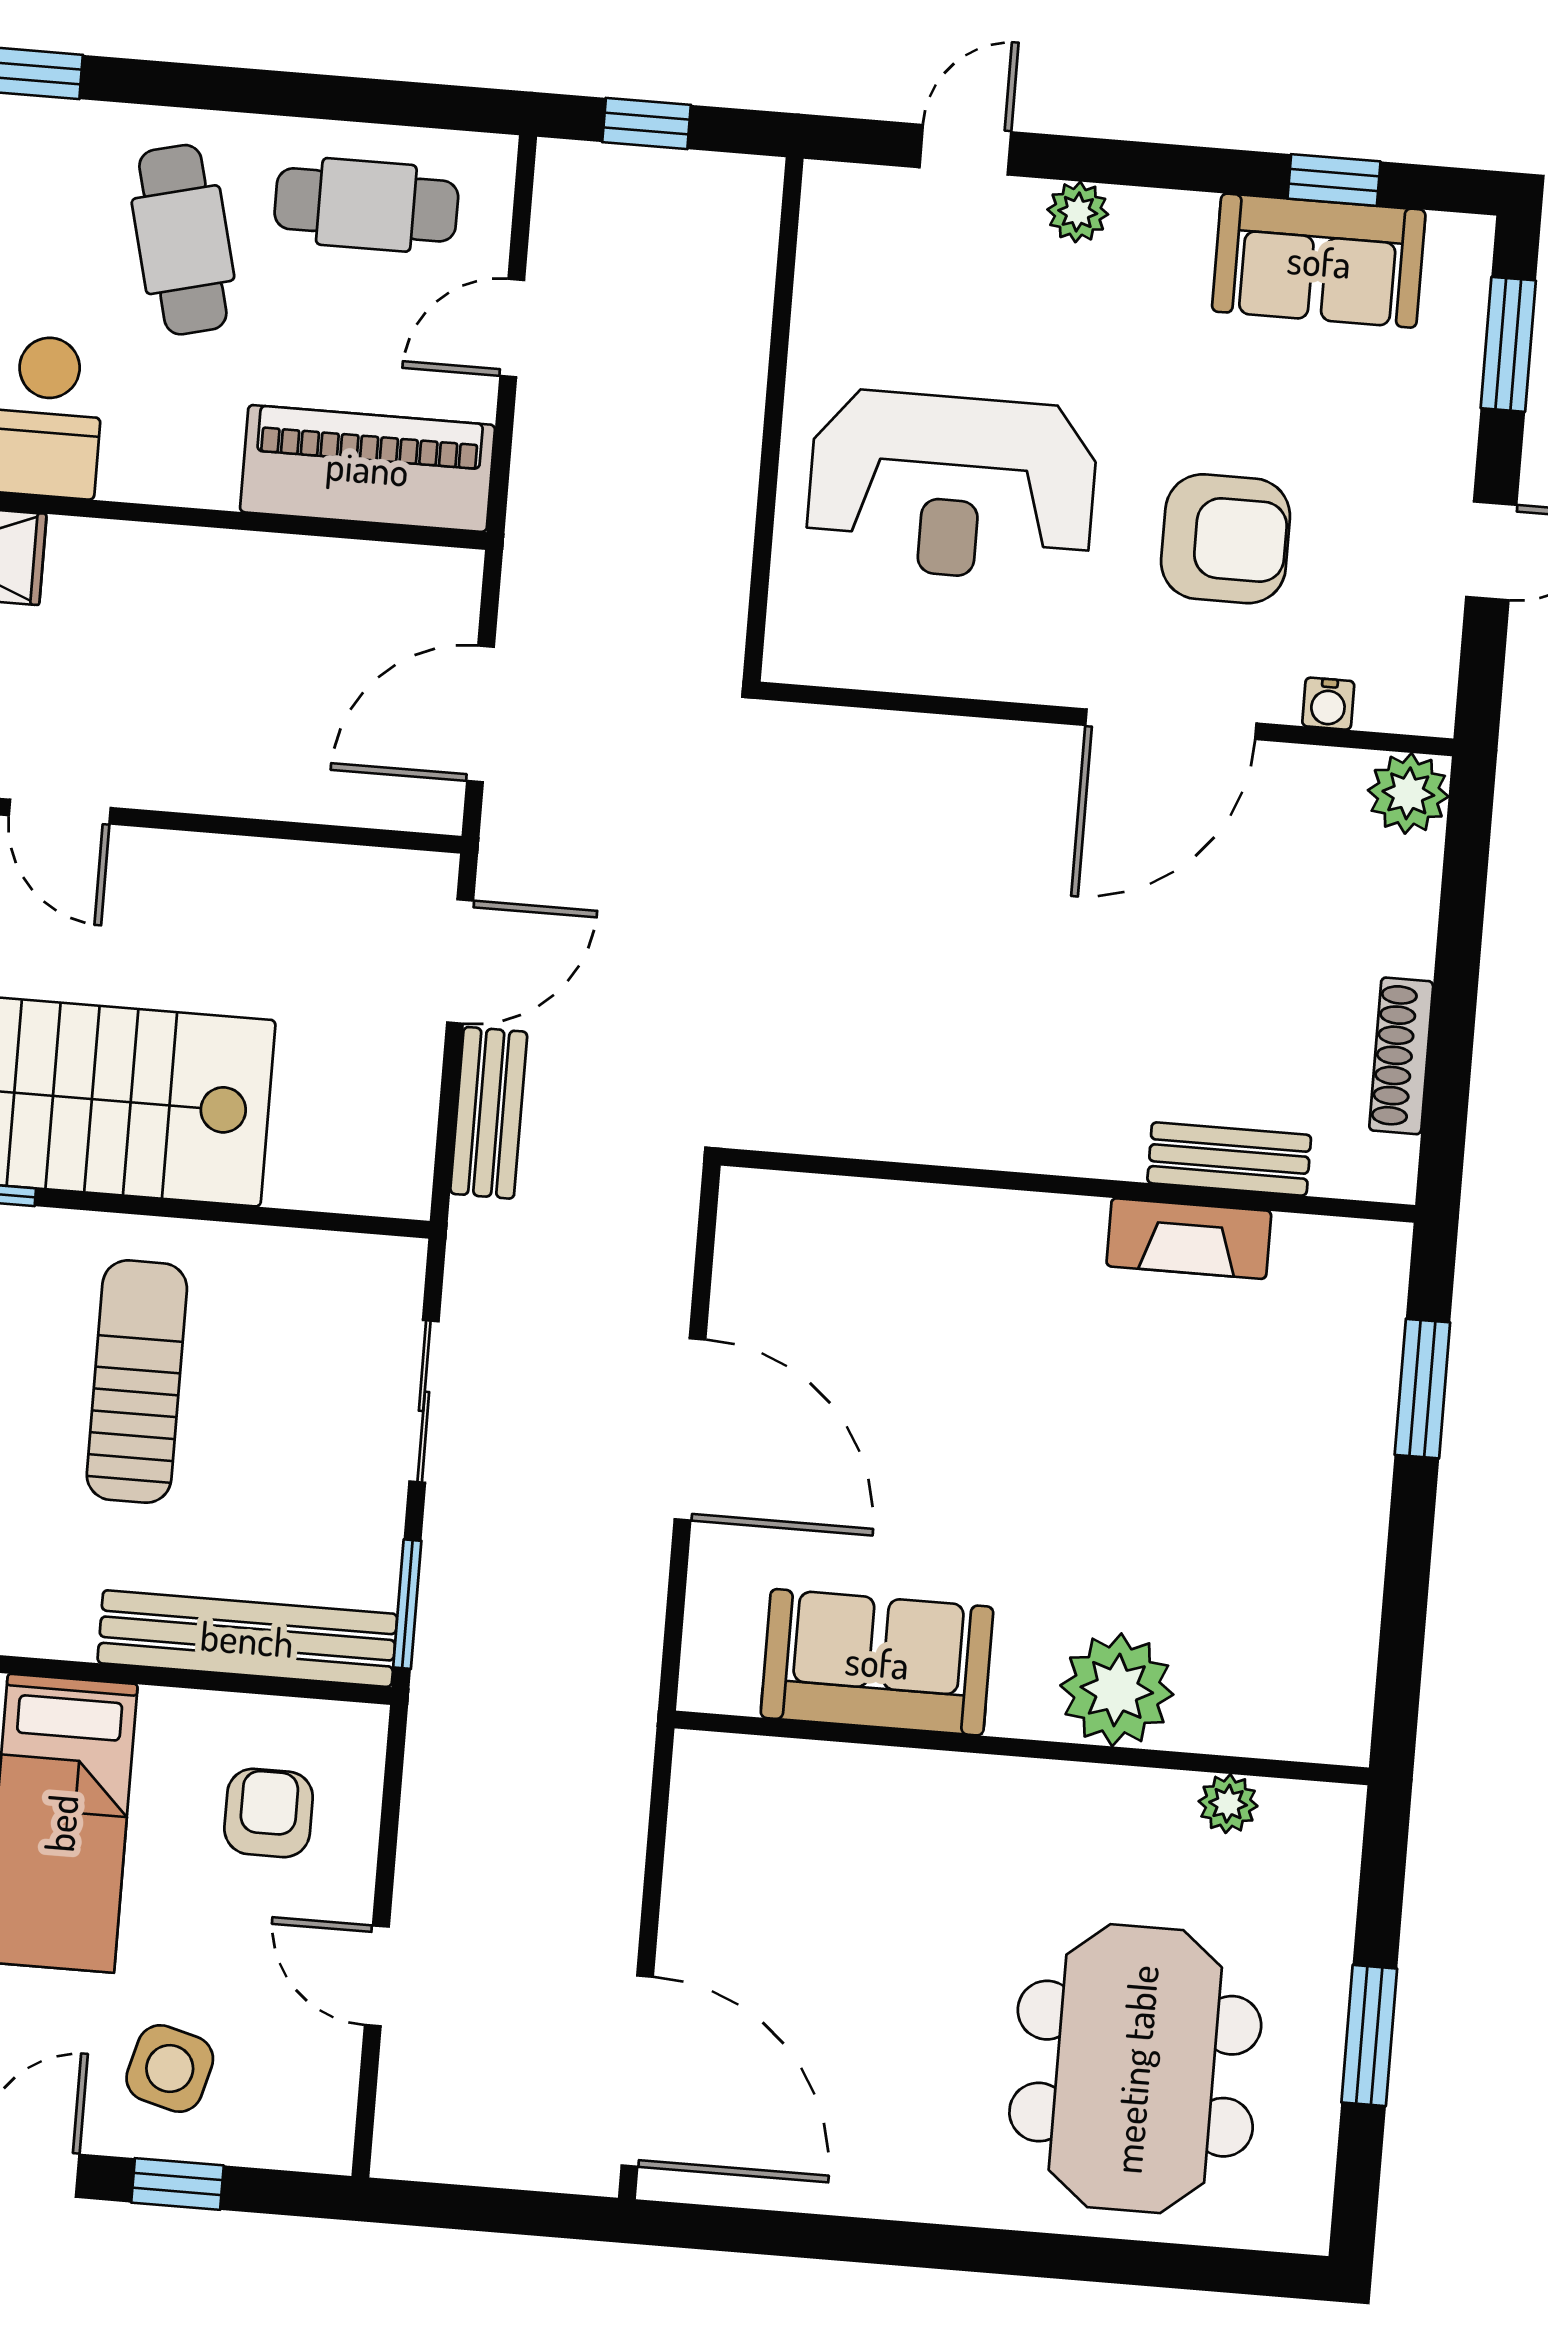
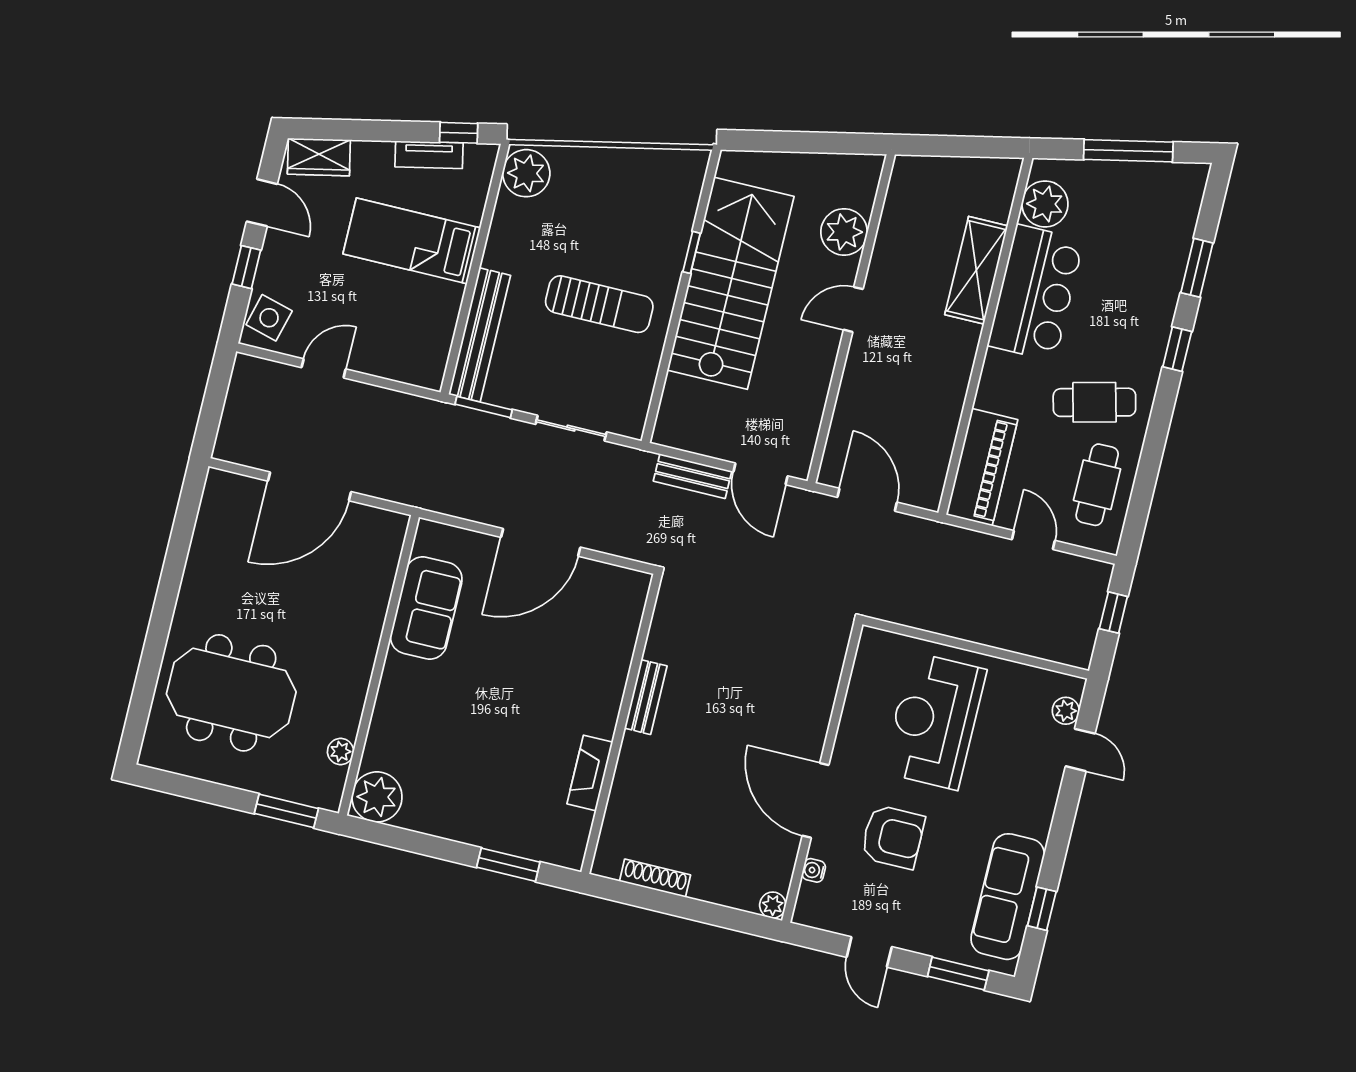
plant: (1078, 212) -> (1066, 711), moved
sofa: (1319, 261) -> (1008, 897), width x1.36
armchair: (1226, 539) -> (893, 837), turned -90
plant: (1408, 793) -> (773, 905), width x0.73, depth x0.73
bench: (1229, 1159) -> (646, 697), moved
plant: (1117, 1690) -> (377, 797), moved
armchair: (269, 1813) -> (402, 332), removed
window: (1369, 2035) -> (286, 811), moved
side table: (170, 2069) -> (269, 318), moved
door: (637, 2071) -> (309, 486), moved

